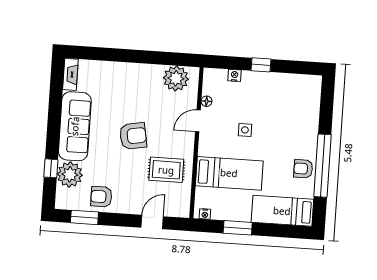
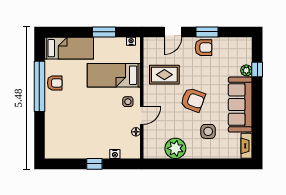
plant: (176, 78) -> (175, 148), moved
side table: (117, 96) -> (208, 131), added
side table: (245, 130) -> (128, 102), moved
armchair: (133, 136) -> (193, 100), turned -150
plant: (70, 174) -> (246, 70), width x0.53, depth x0.53
armchair: (101, 197) -> (204, 48), moved
window: (84, 217) -> (207, 32), moved

